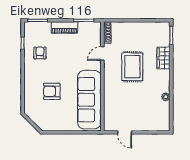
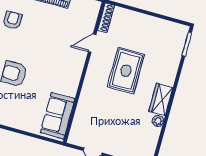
wardrobe: (164, 58) -> (161, 100), moved
sofa: (89, 100) -> (58, 116), width x0.54, depth x0.79

